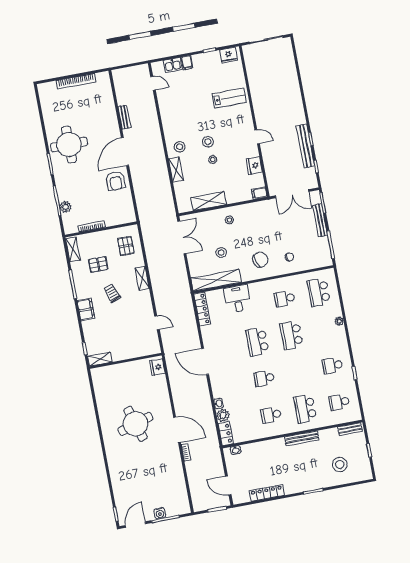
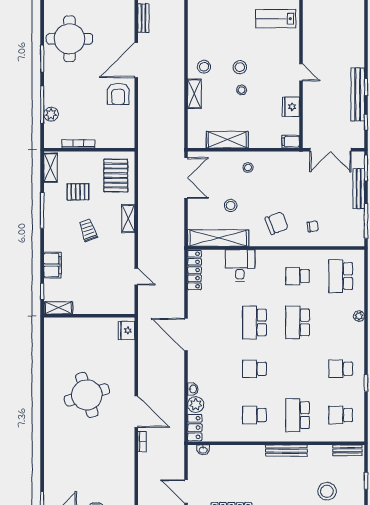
lab bench: (229, 98) -> (276, 19), turned 180
pallet: (126, 246) -> (116, 176), width x1.50, depth x1.42
filing cabinet: (86, 310) -> (52, 265), moved

